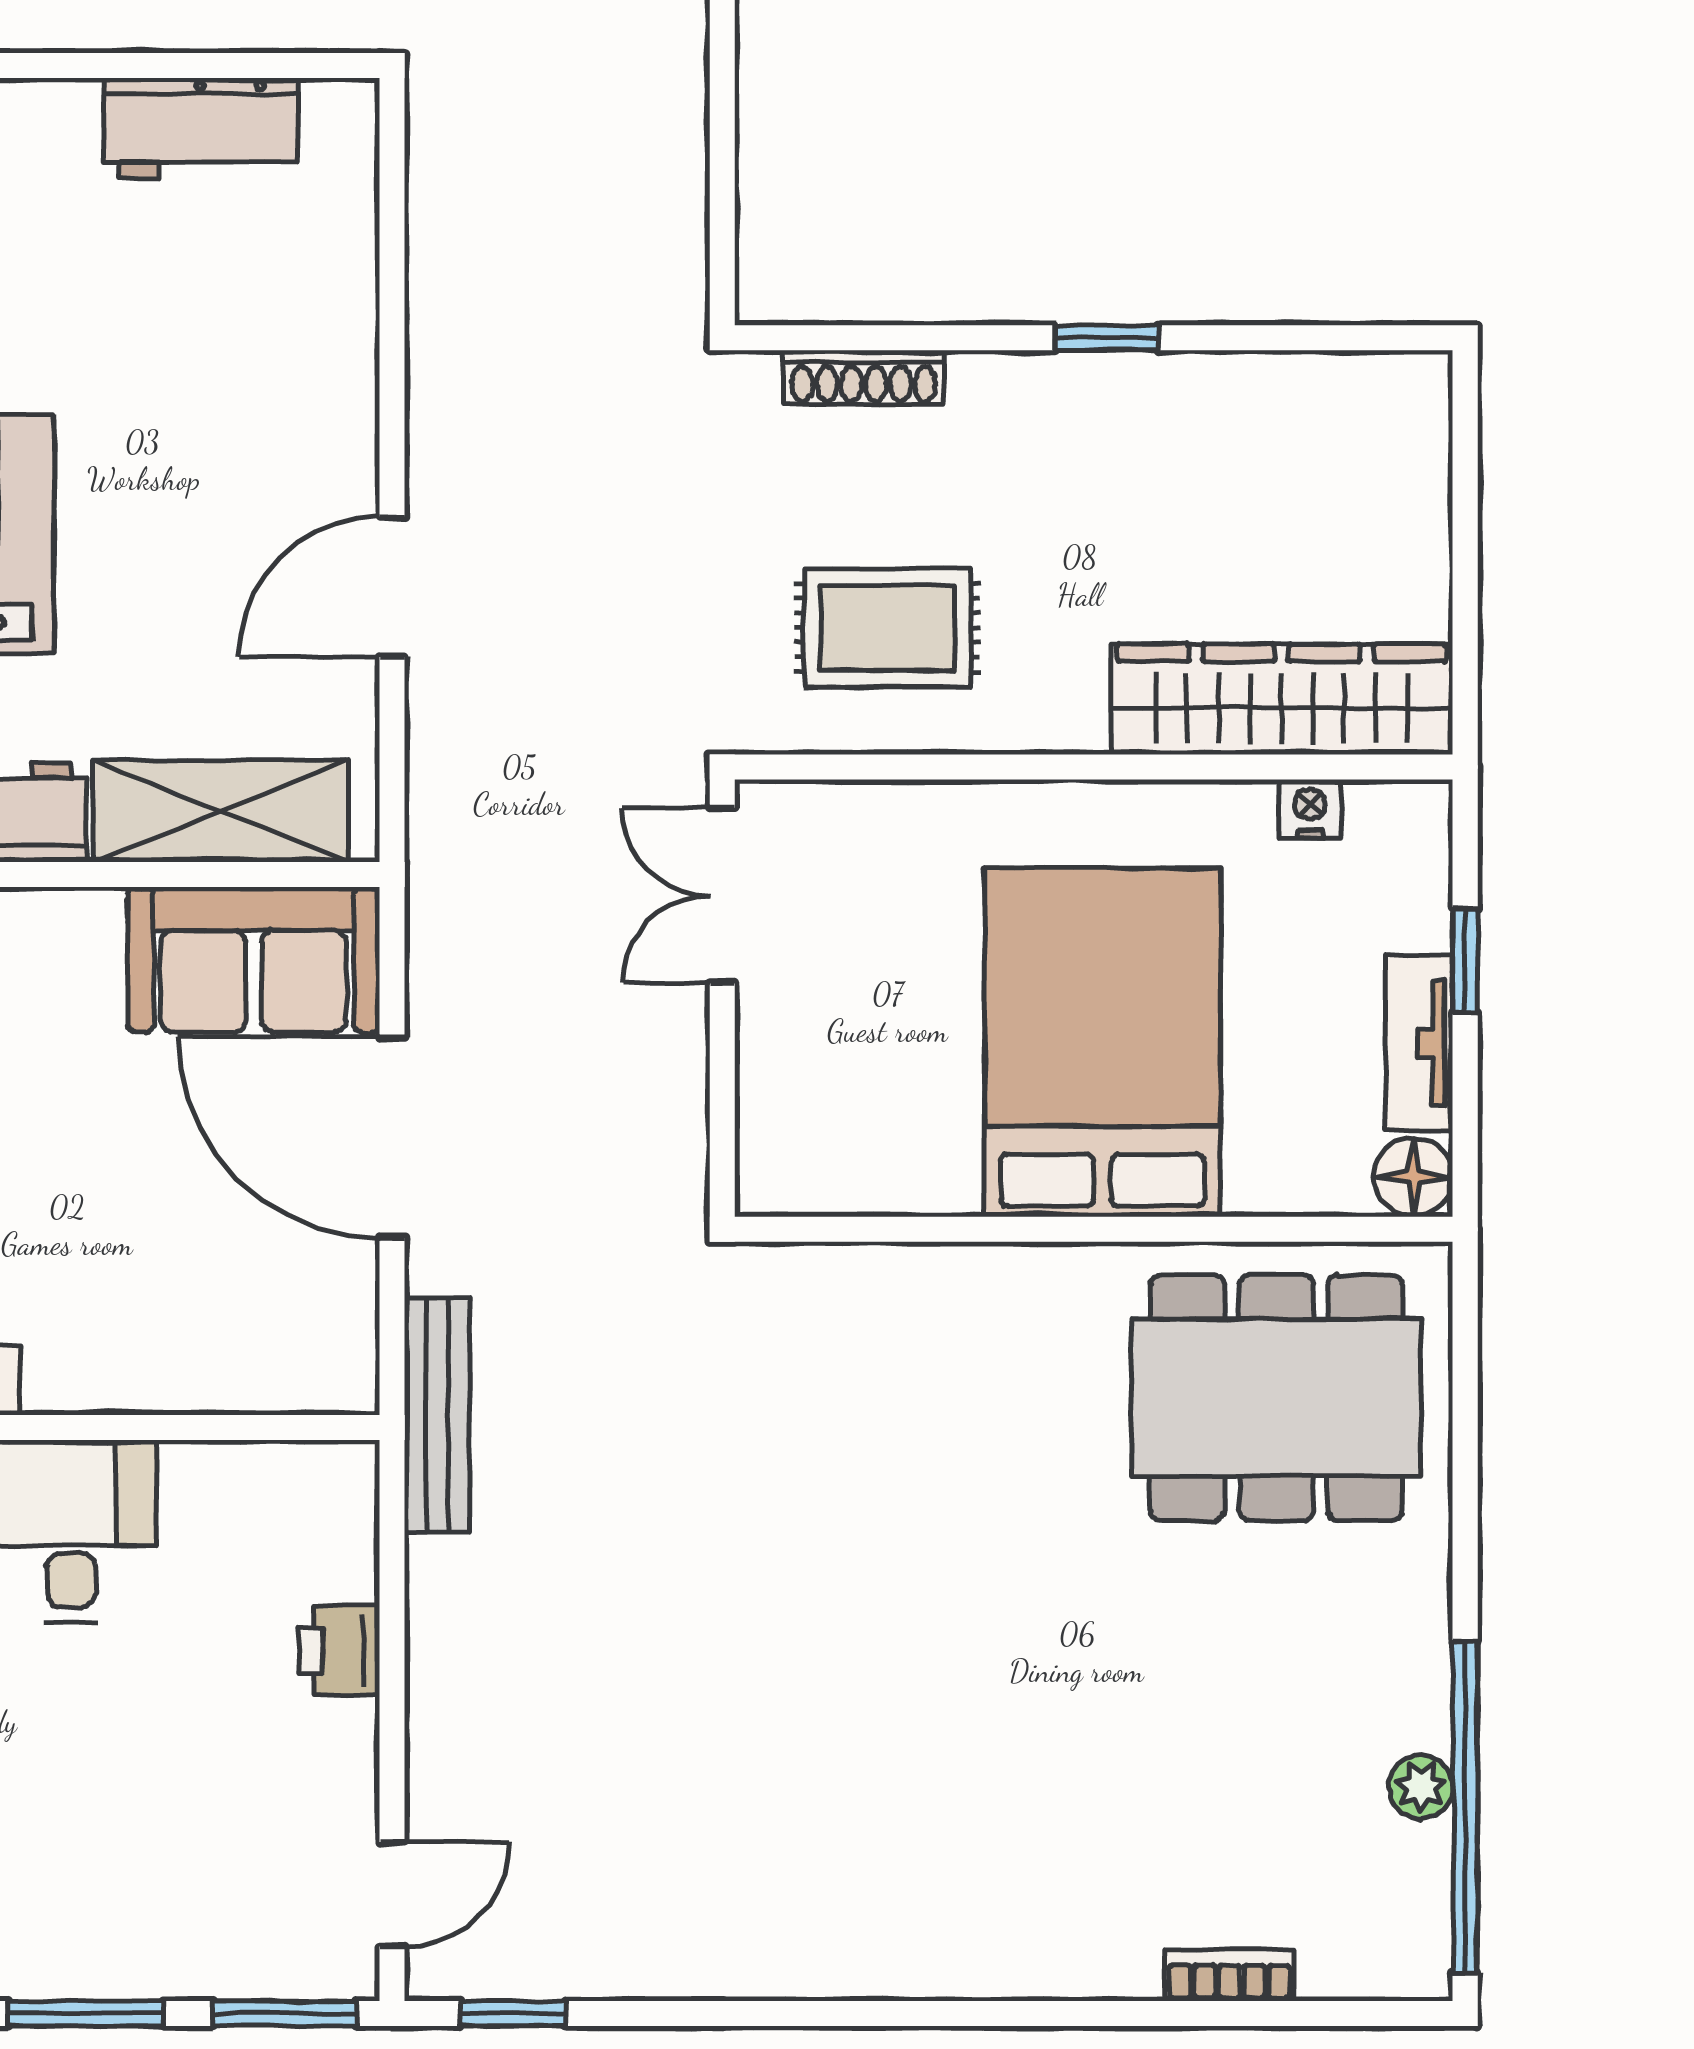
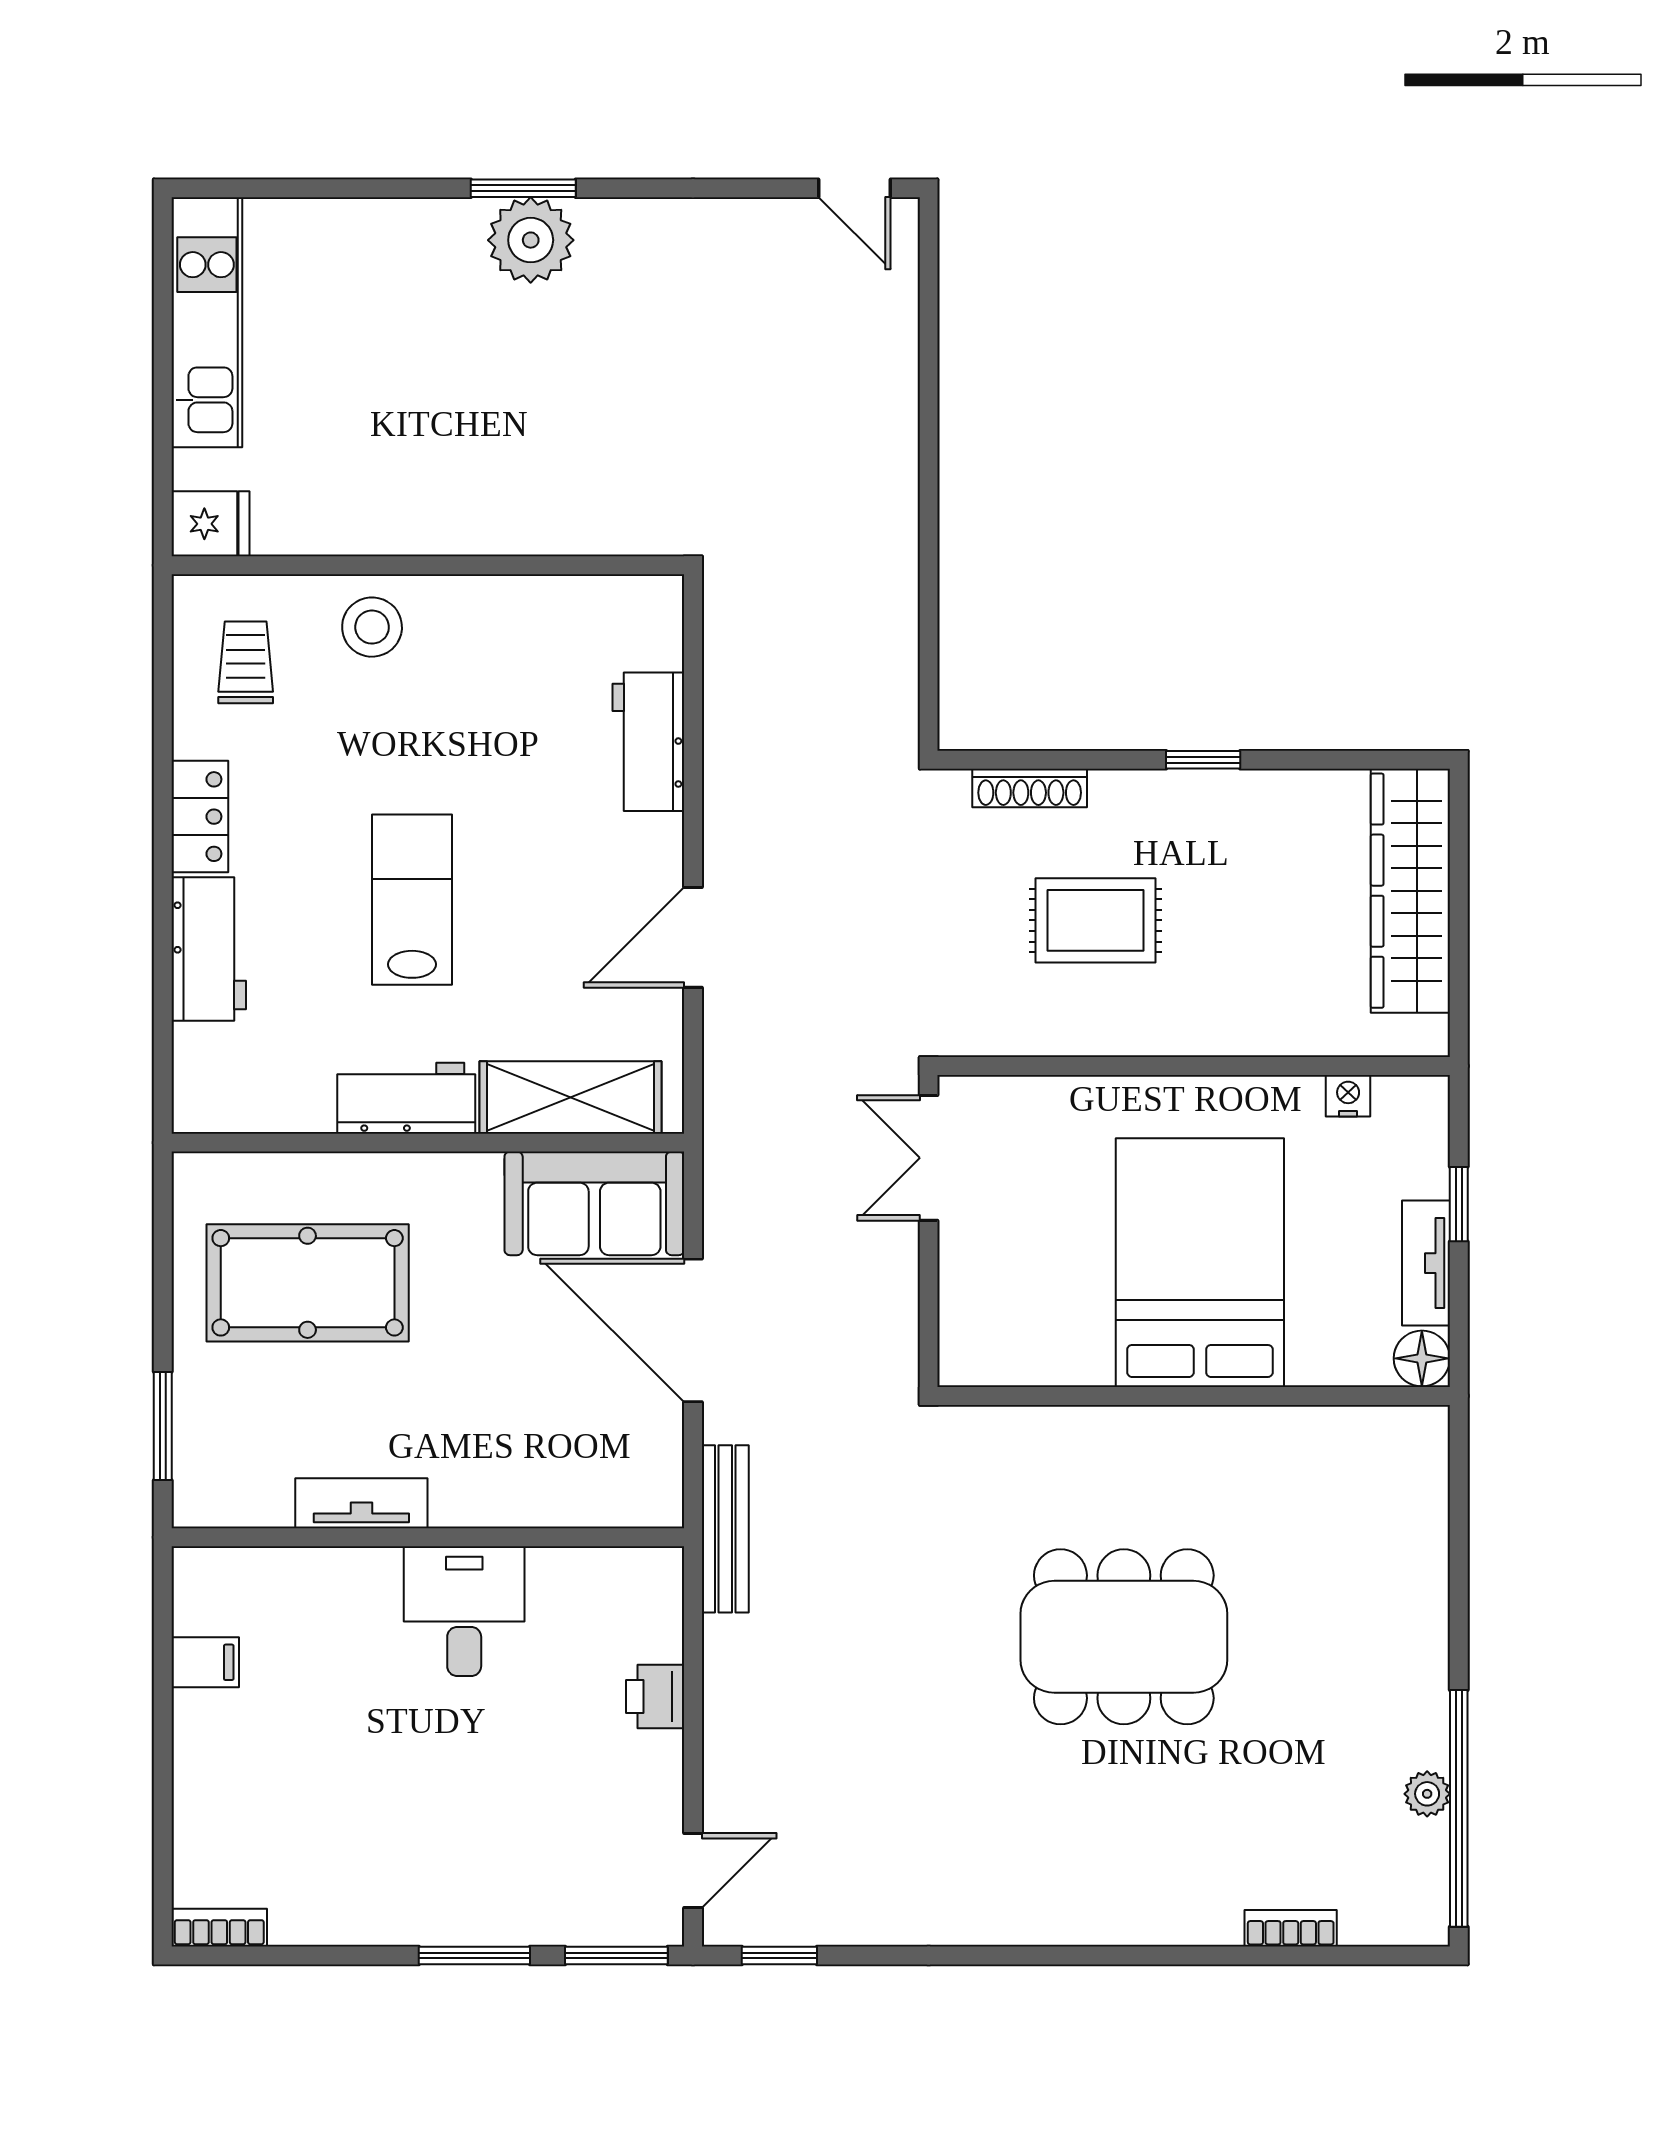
workbench: (201, 128) -> (648, 742), moved, turned 90
rug: (888, 628) -> (1096, 920), moved
wardrobe: (1282, 699) -> (1410, 891), moved, turned -90
dining table: (1276, 1398) -> (1124, 1637), moved

